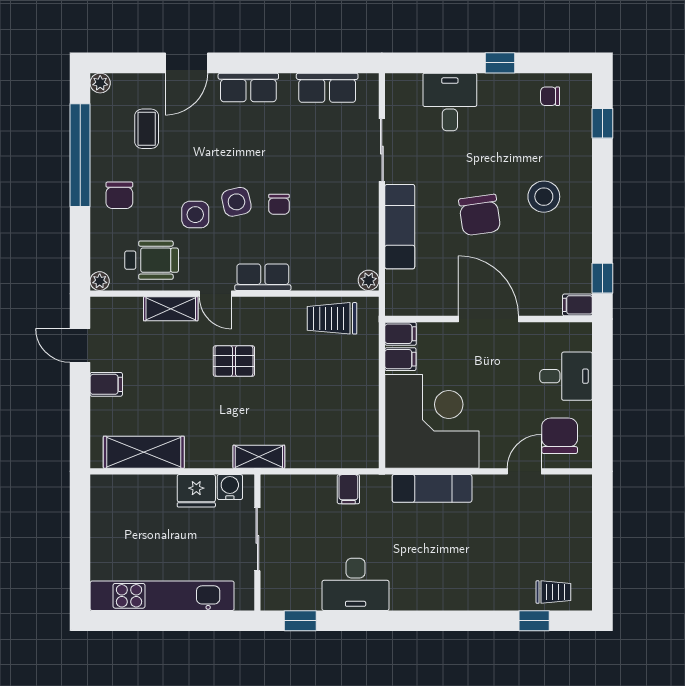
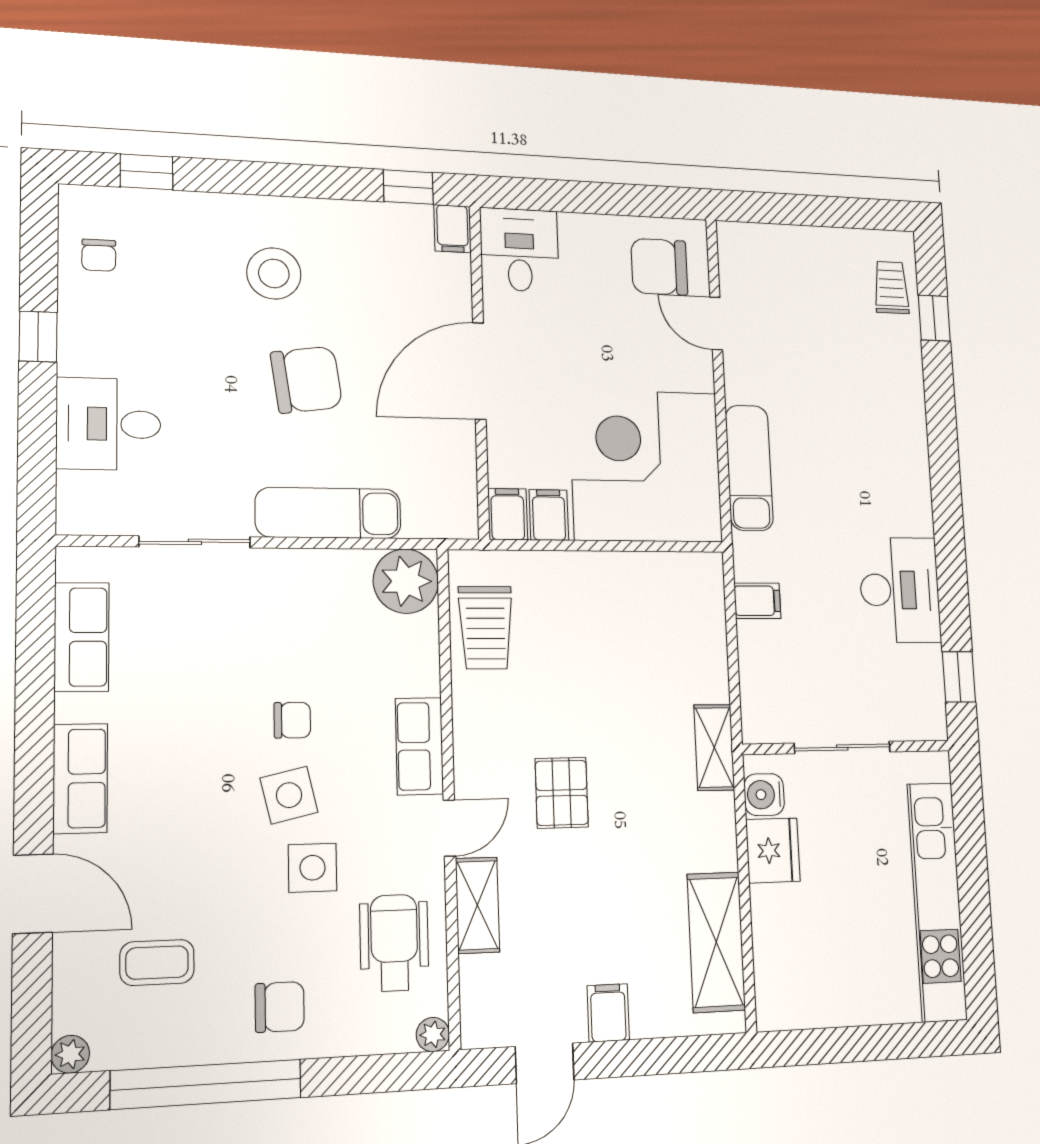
plant: (369, 280) -> (406, 581), width x1.87, depth x1.87
desk: (566, 376) -> (519, 250), moved

